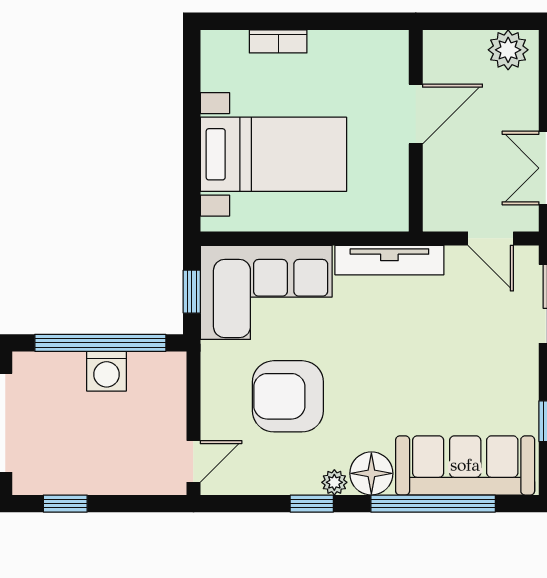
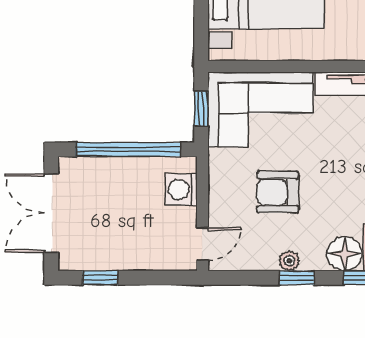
washing machine: (107, 371) -> (181, 189), moved, turned 90
armchair: (288, 396) -> (278, 192), width x0.73, depth x0.73
plant: (334, 482) -> (289, 261), moved

